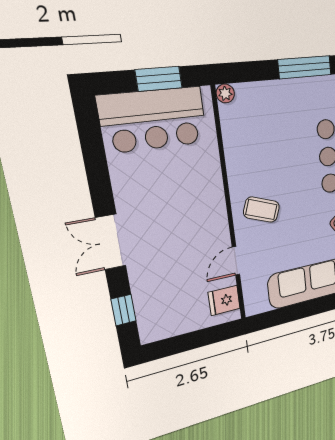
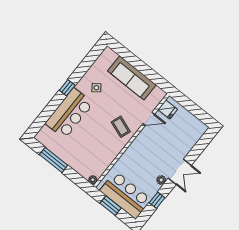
plant: (125, 200) -> (161, 180), added
window: (124, 310) -> (157, 200), moved

